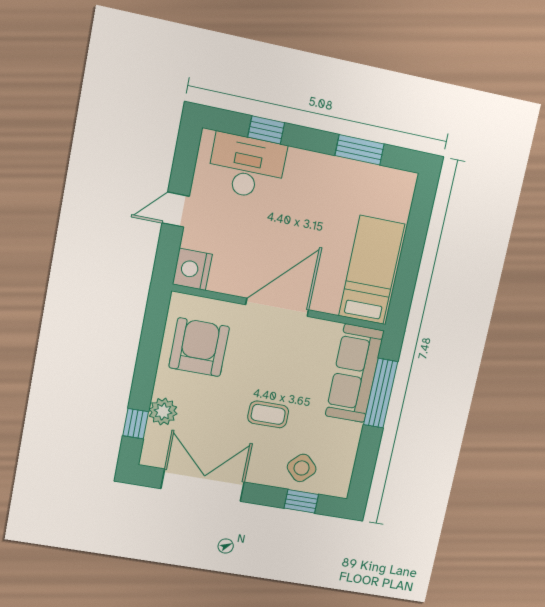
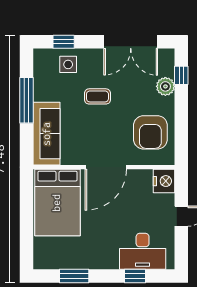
bed: (372, 270) -> (57, 203), width x1.50
window: (381, 393) -> (27, 100), moved
side table: (302, 468) -> (68, 64), turned 45

